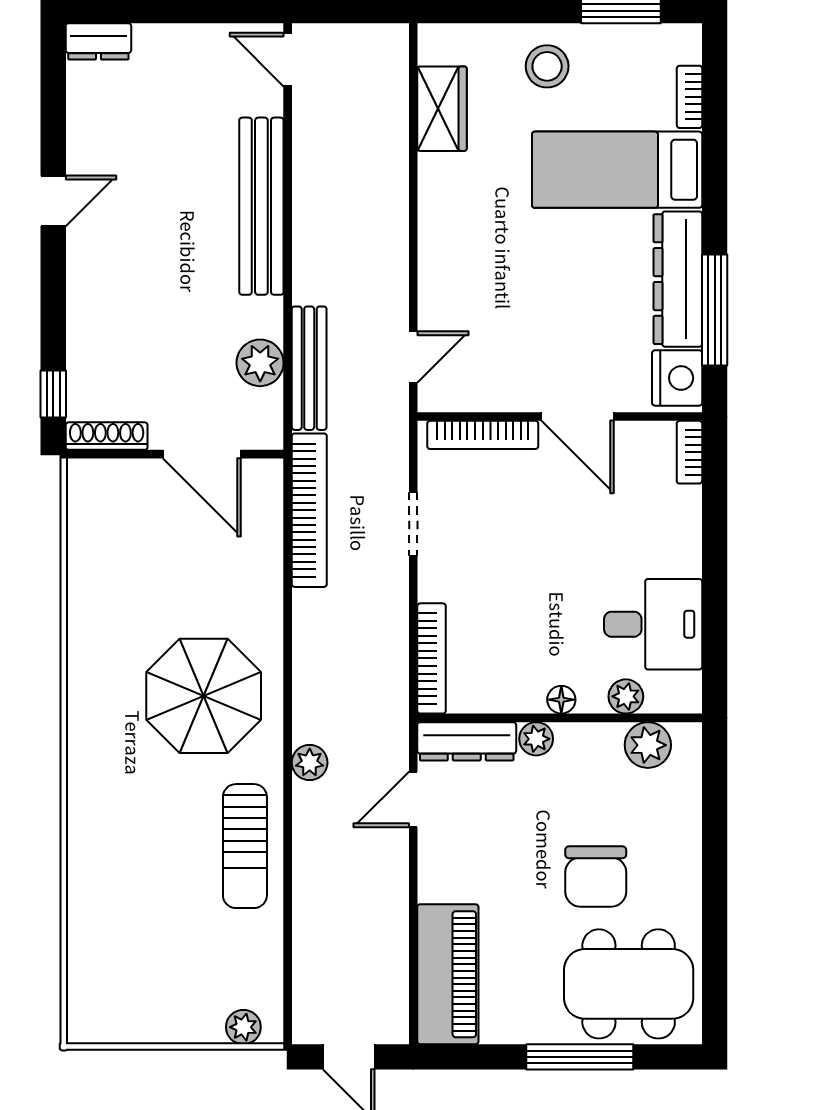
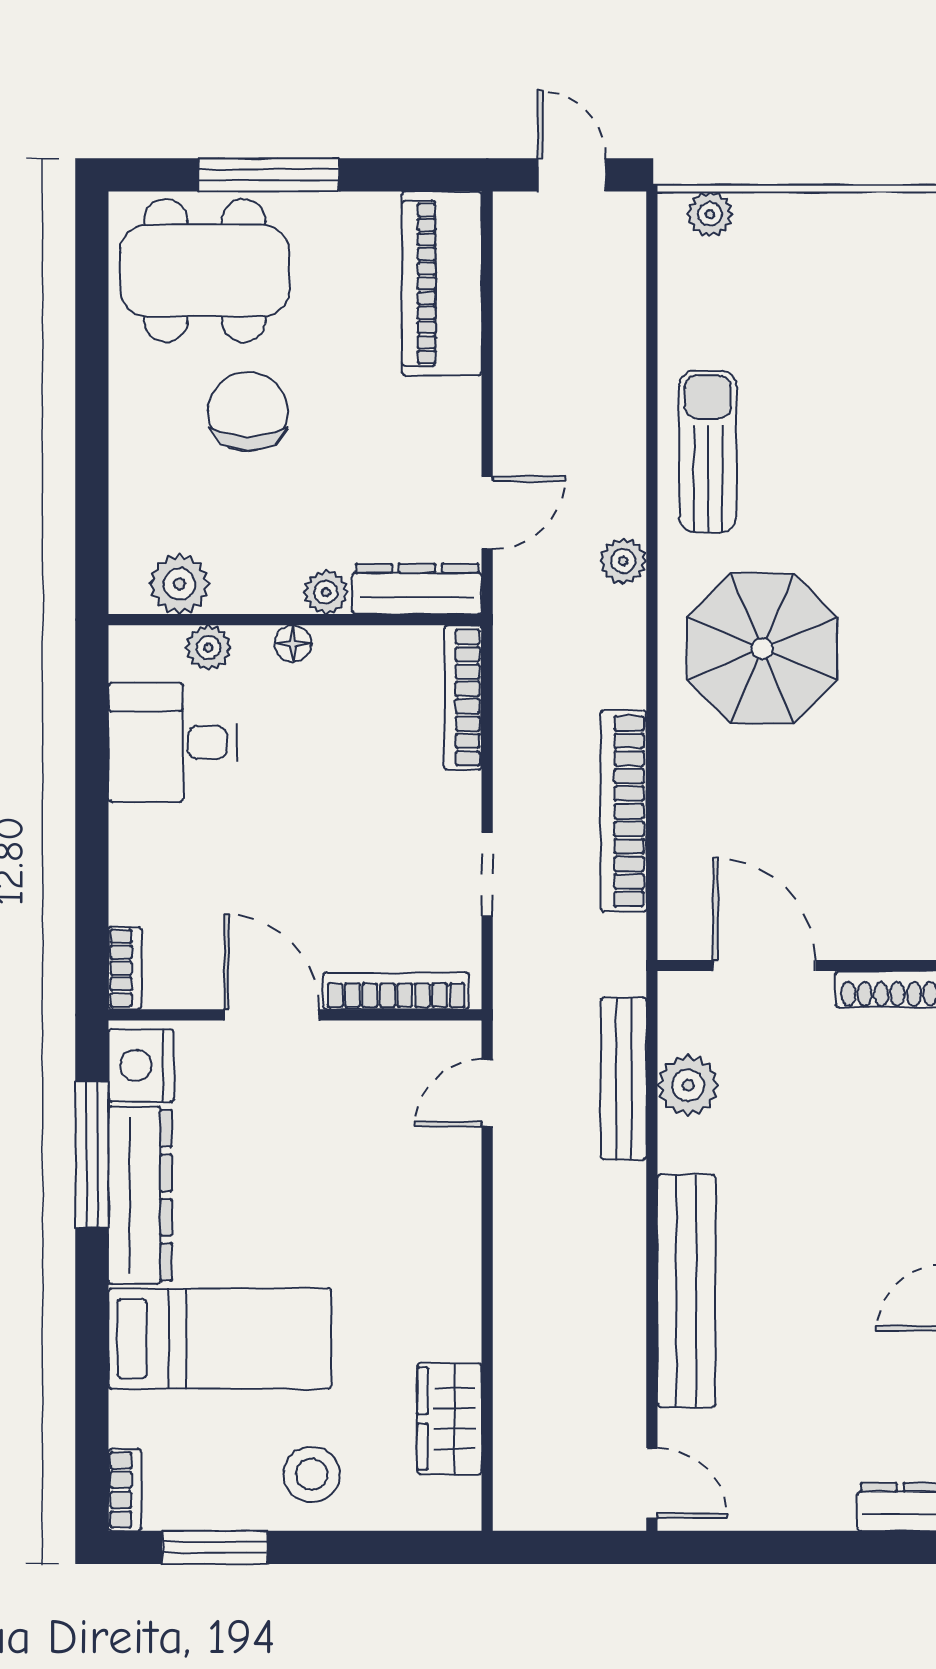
bookcase: (690, 97) -> (125, 1490), moved
bookcase: (309, 510) -> (624, 811), moved

